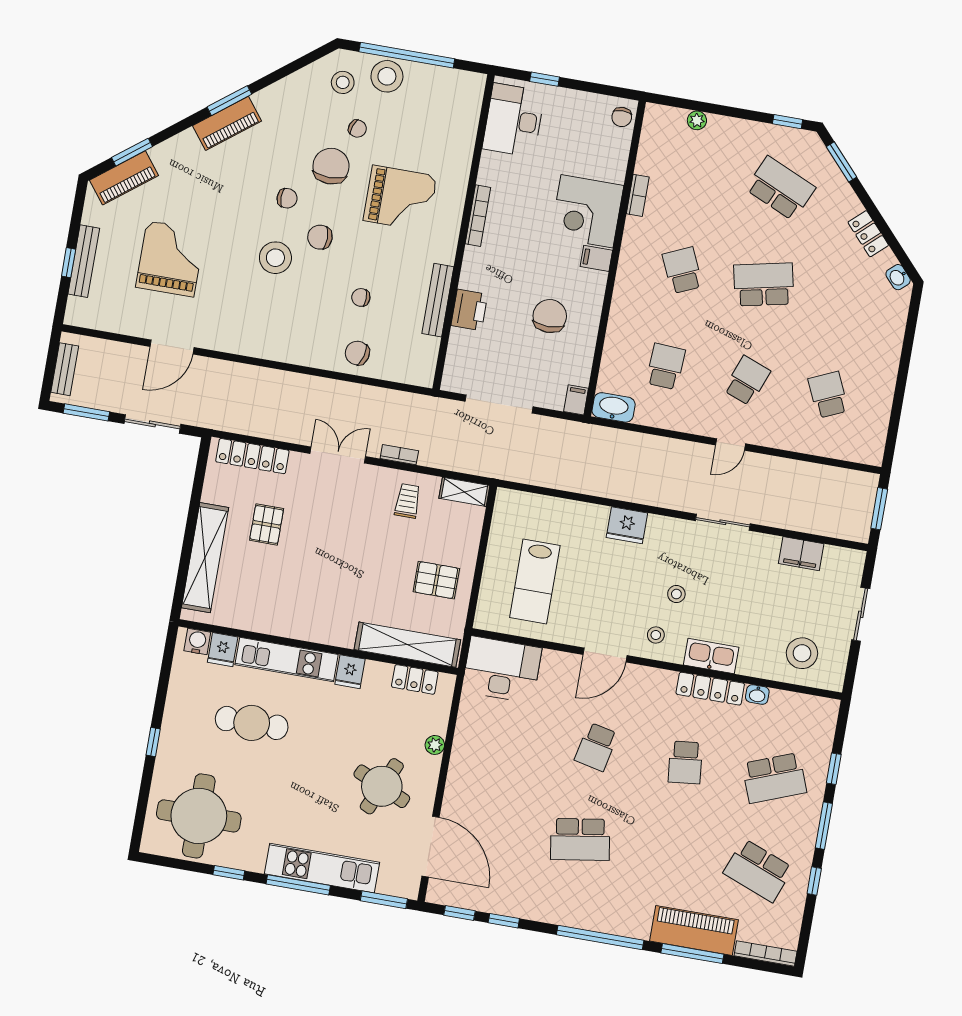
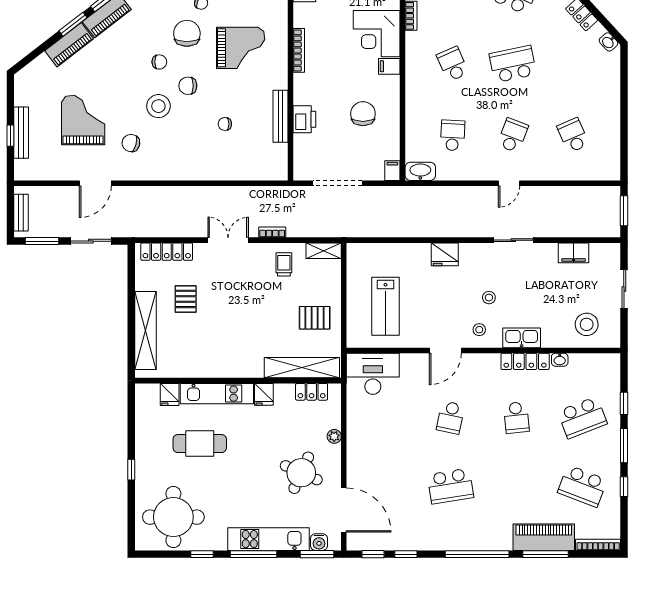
window: (132, 152) -> (73, 24), moved
piano: (124, 178) -> (69, 45), moved
chair: (357, 353) -> (131, 143), moved
water cooler: (197, 641) -> (319, 542), moved, turned 180

